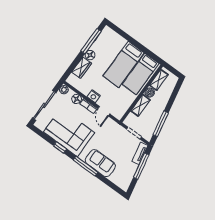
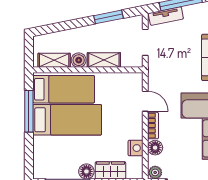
window: (142, 48) -> (29, 111), added
nightstand: (94, 96) -> (136, 148), moved
door: (104, 111) -> (145, 101), hinge flipped
window: (161, 124) -> (108, 17), width x0.69

